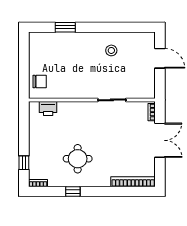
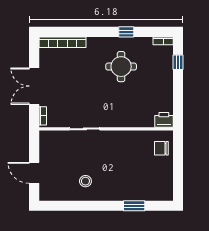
printer: (48, 108) -> (164, 120), moved

